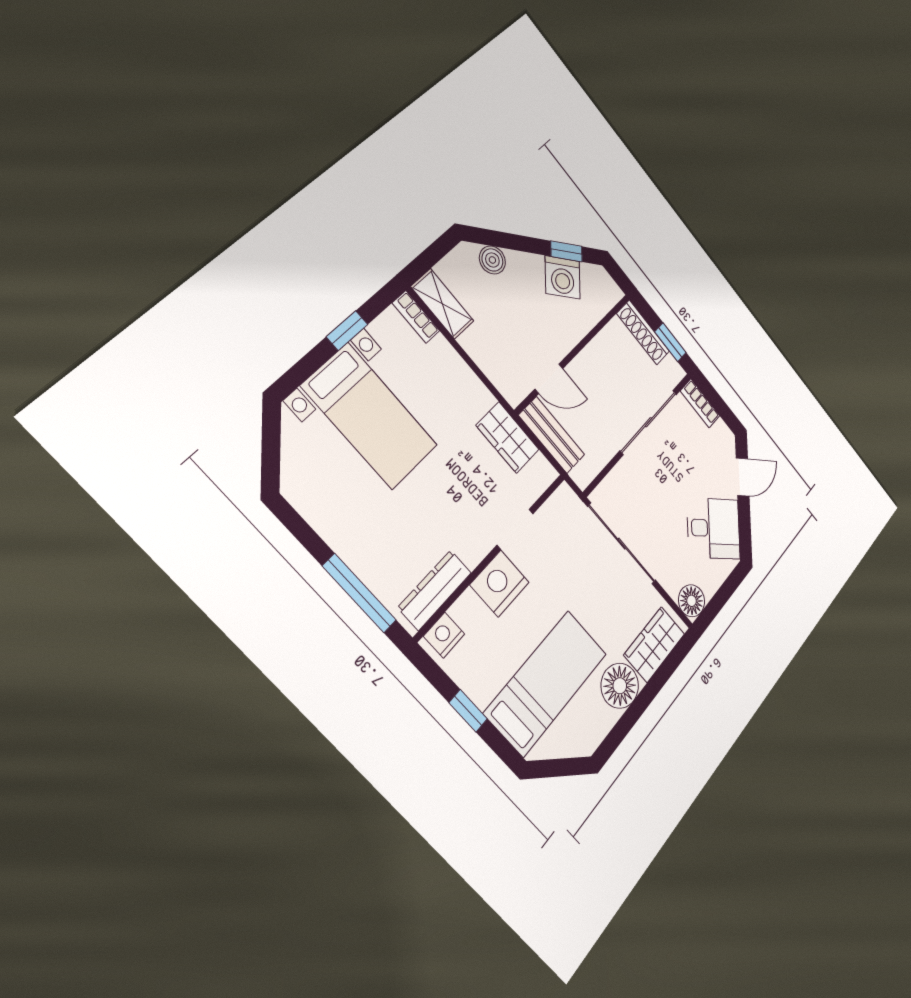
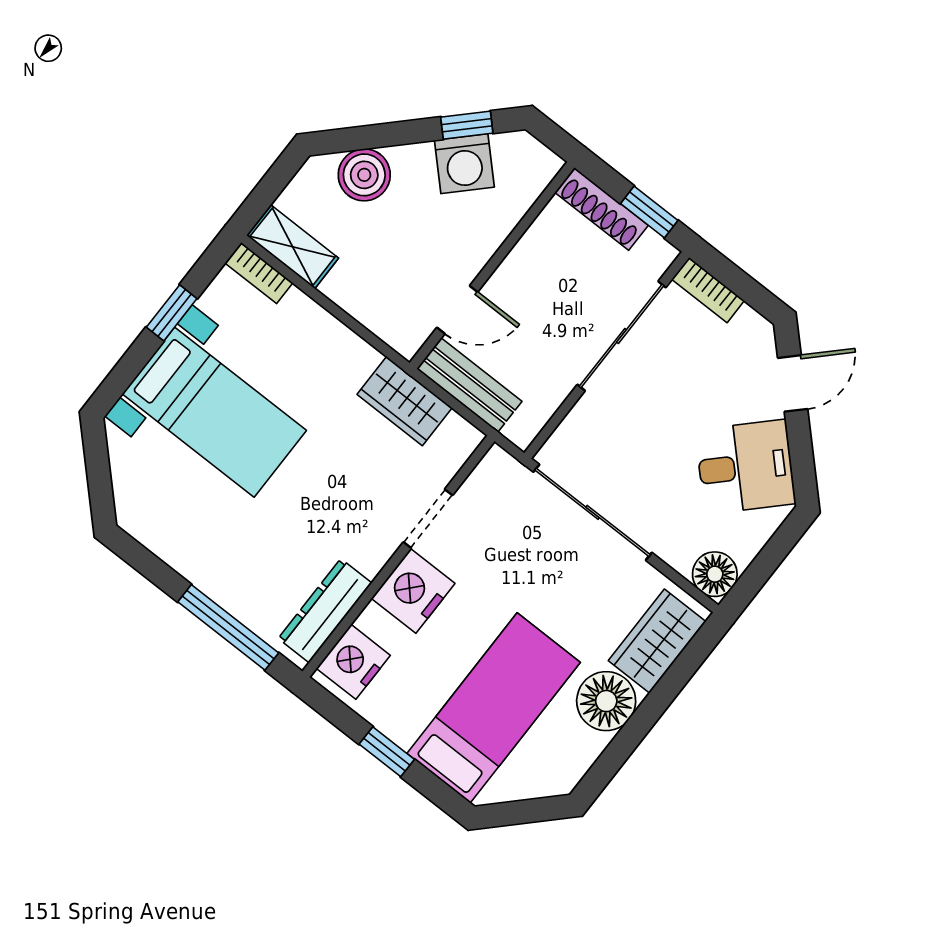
boiler: (492, 260) -> (364, 175), width x1.36, depth x1.36
nightstand: (444, 635) -> (353, 662), width x1.36, depth x1.33

